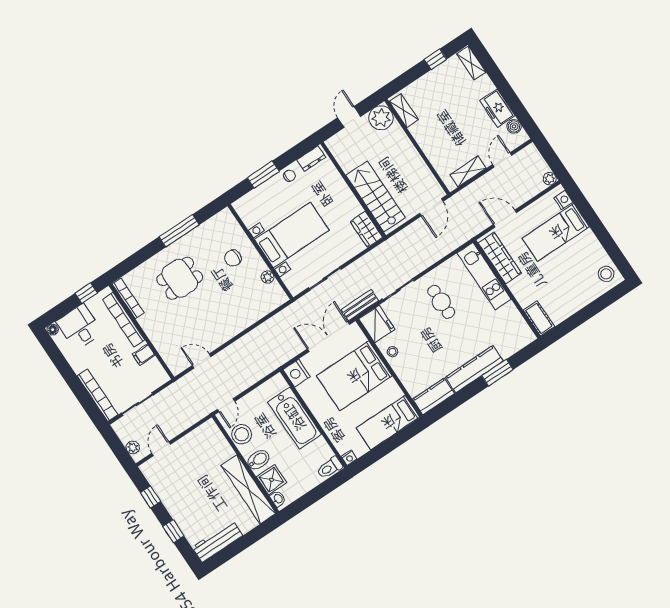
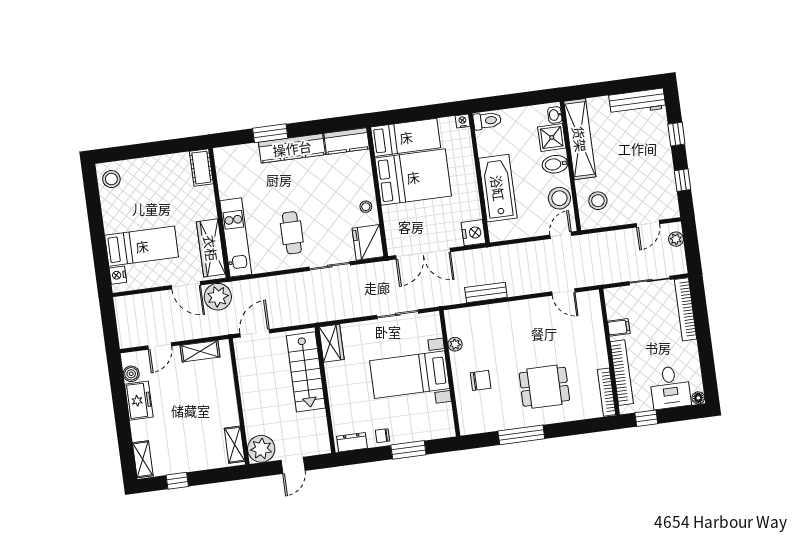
plant: (550, 179) -> (218, 297), moved, width x1.87, depth x1.87
bench: (360, 305) -> (486, 292), moved
bed: (354, 376) -> (413, 177), moved
stool: (210, 447) -> (598, 201), added

